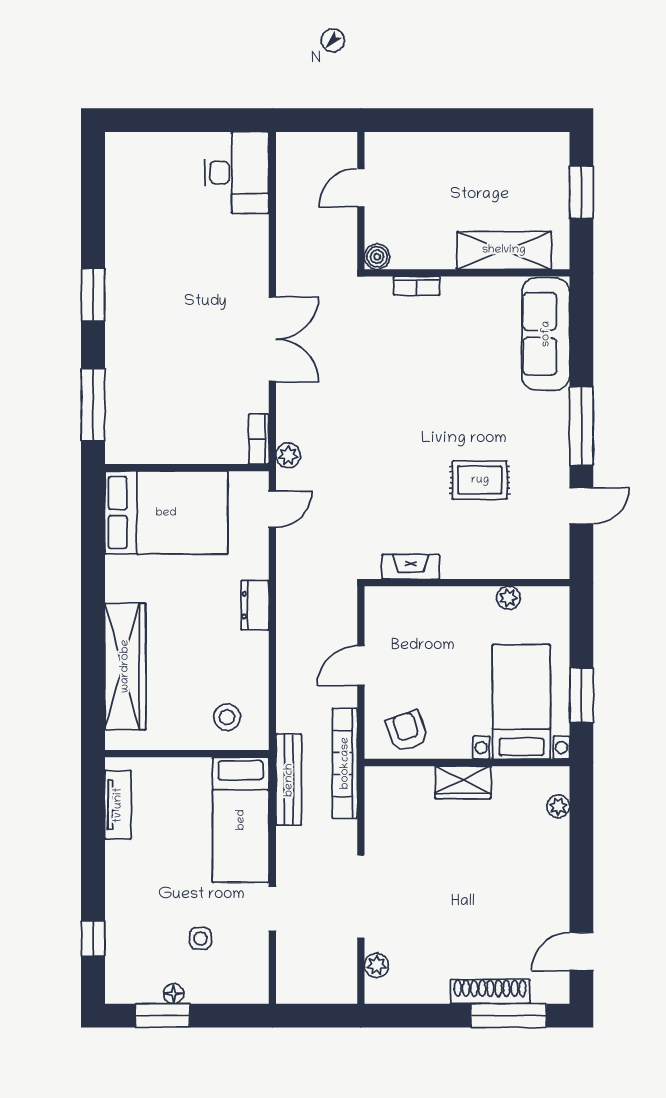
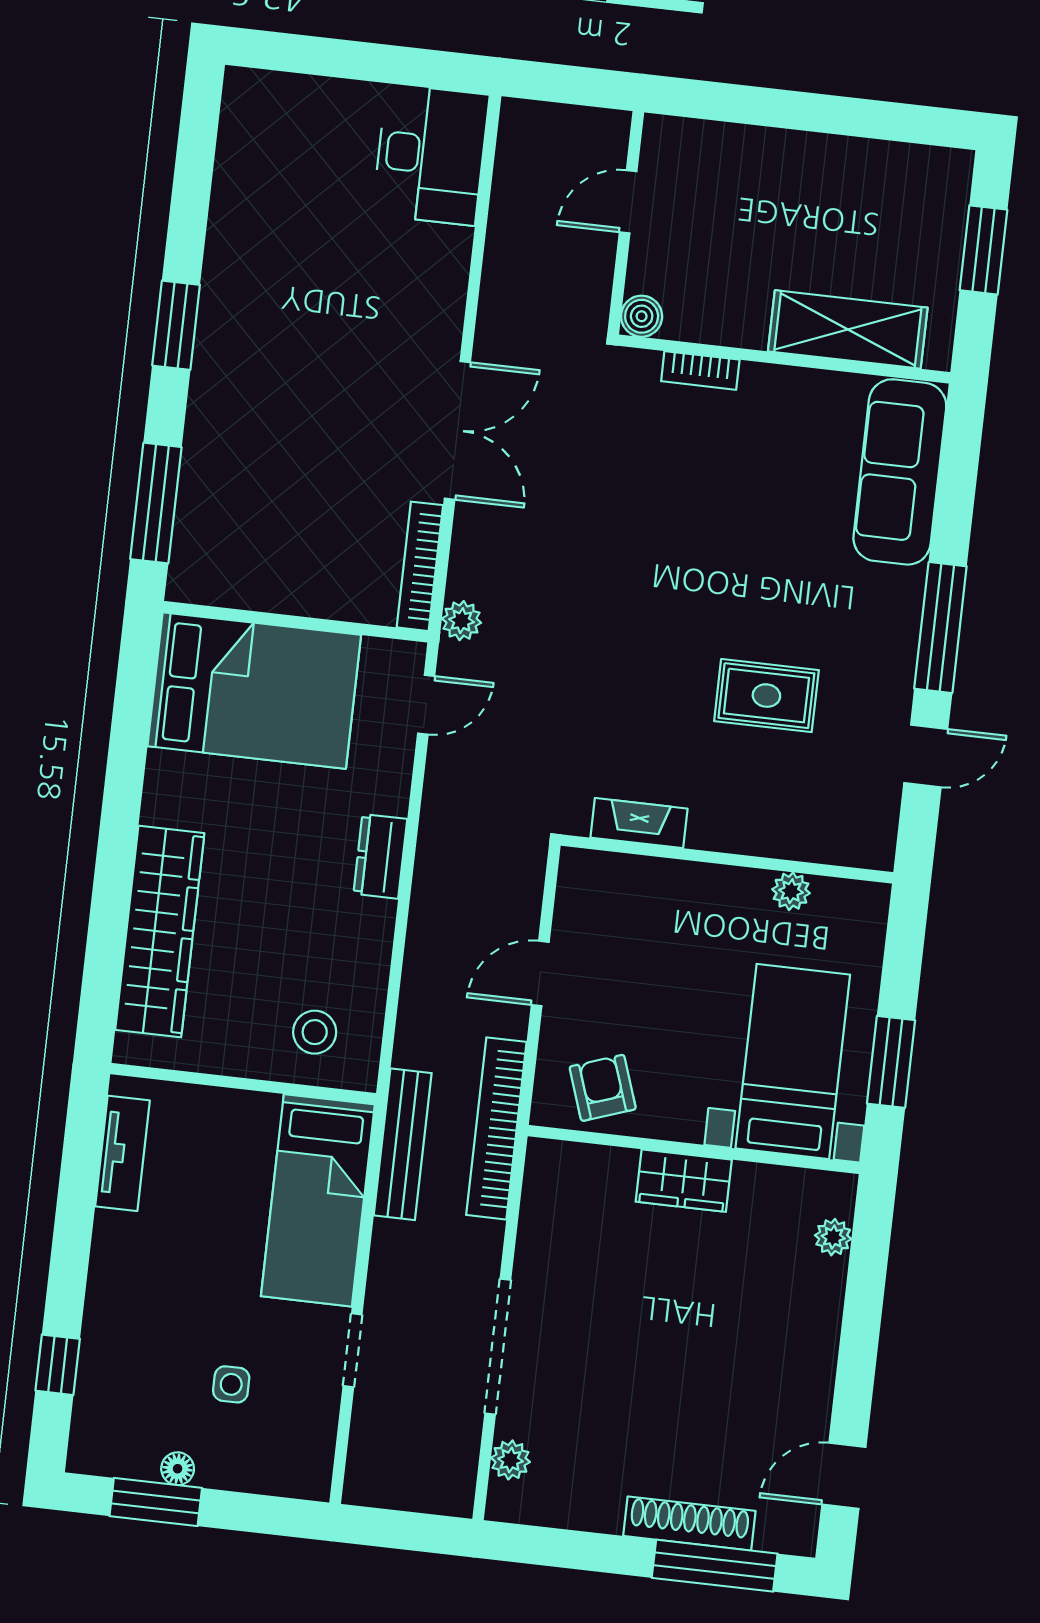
bookcase: (259, 439) -> (420, 566), width x1.56

